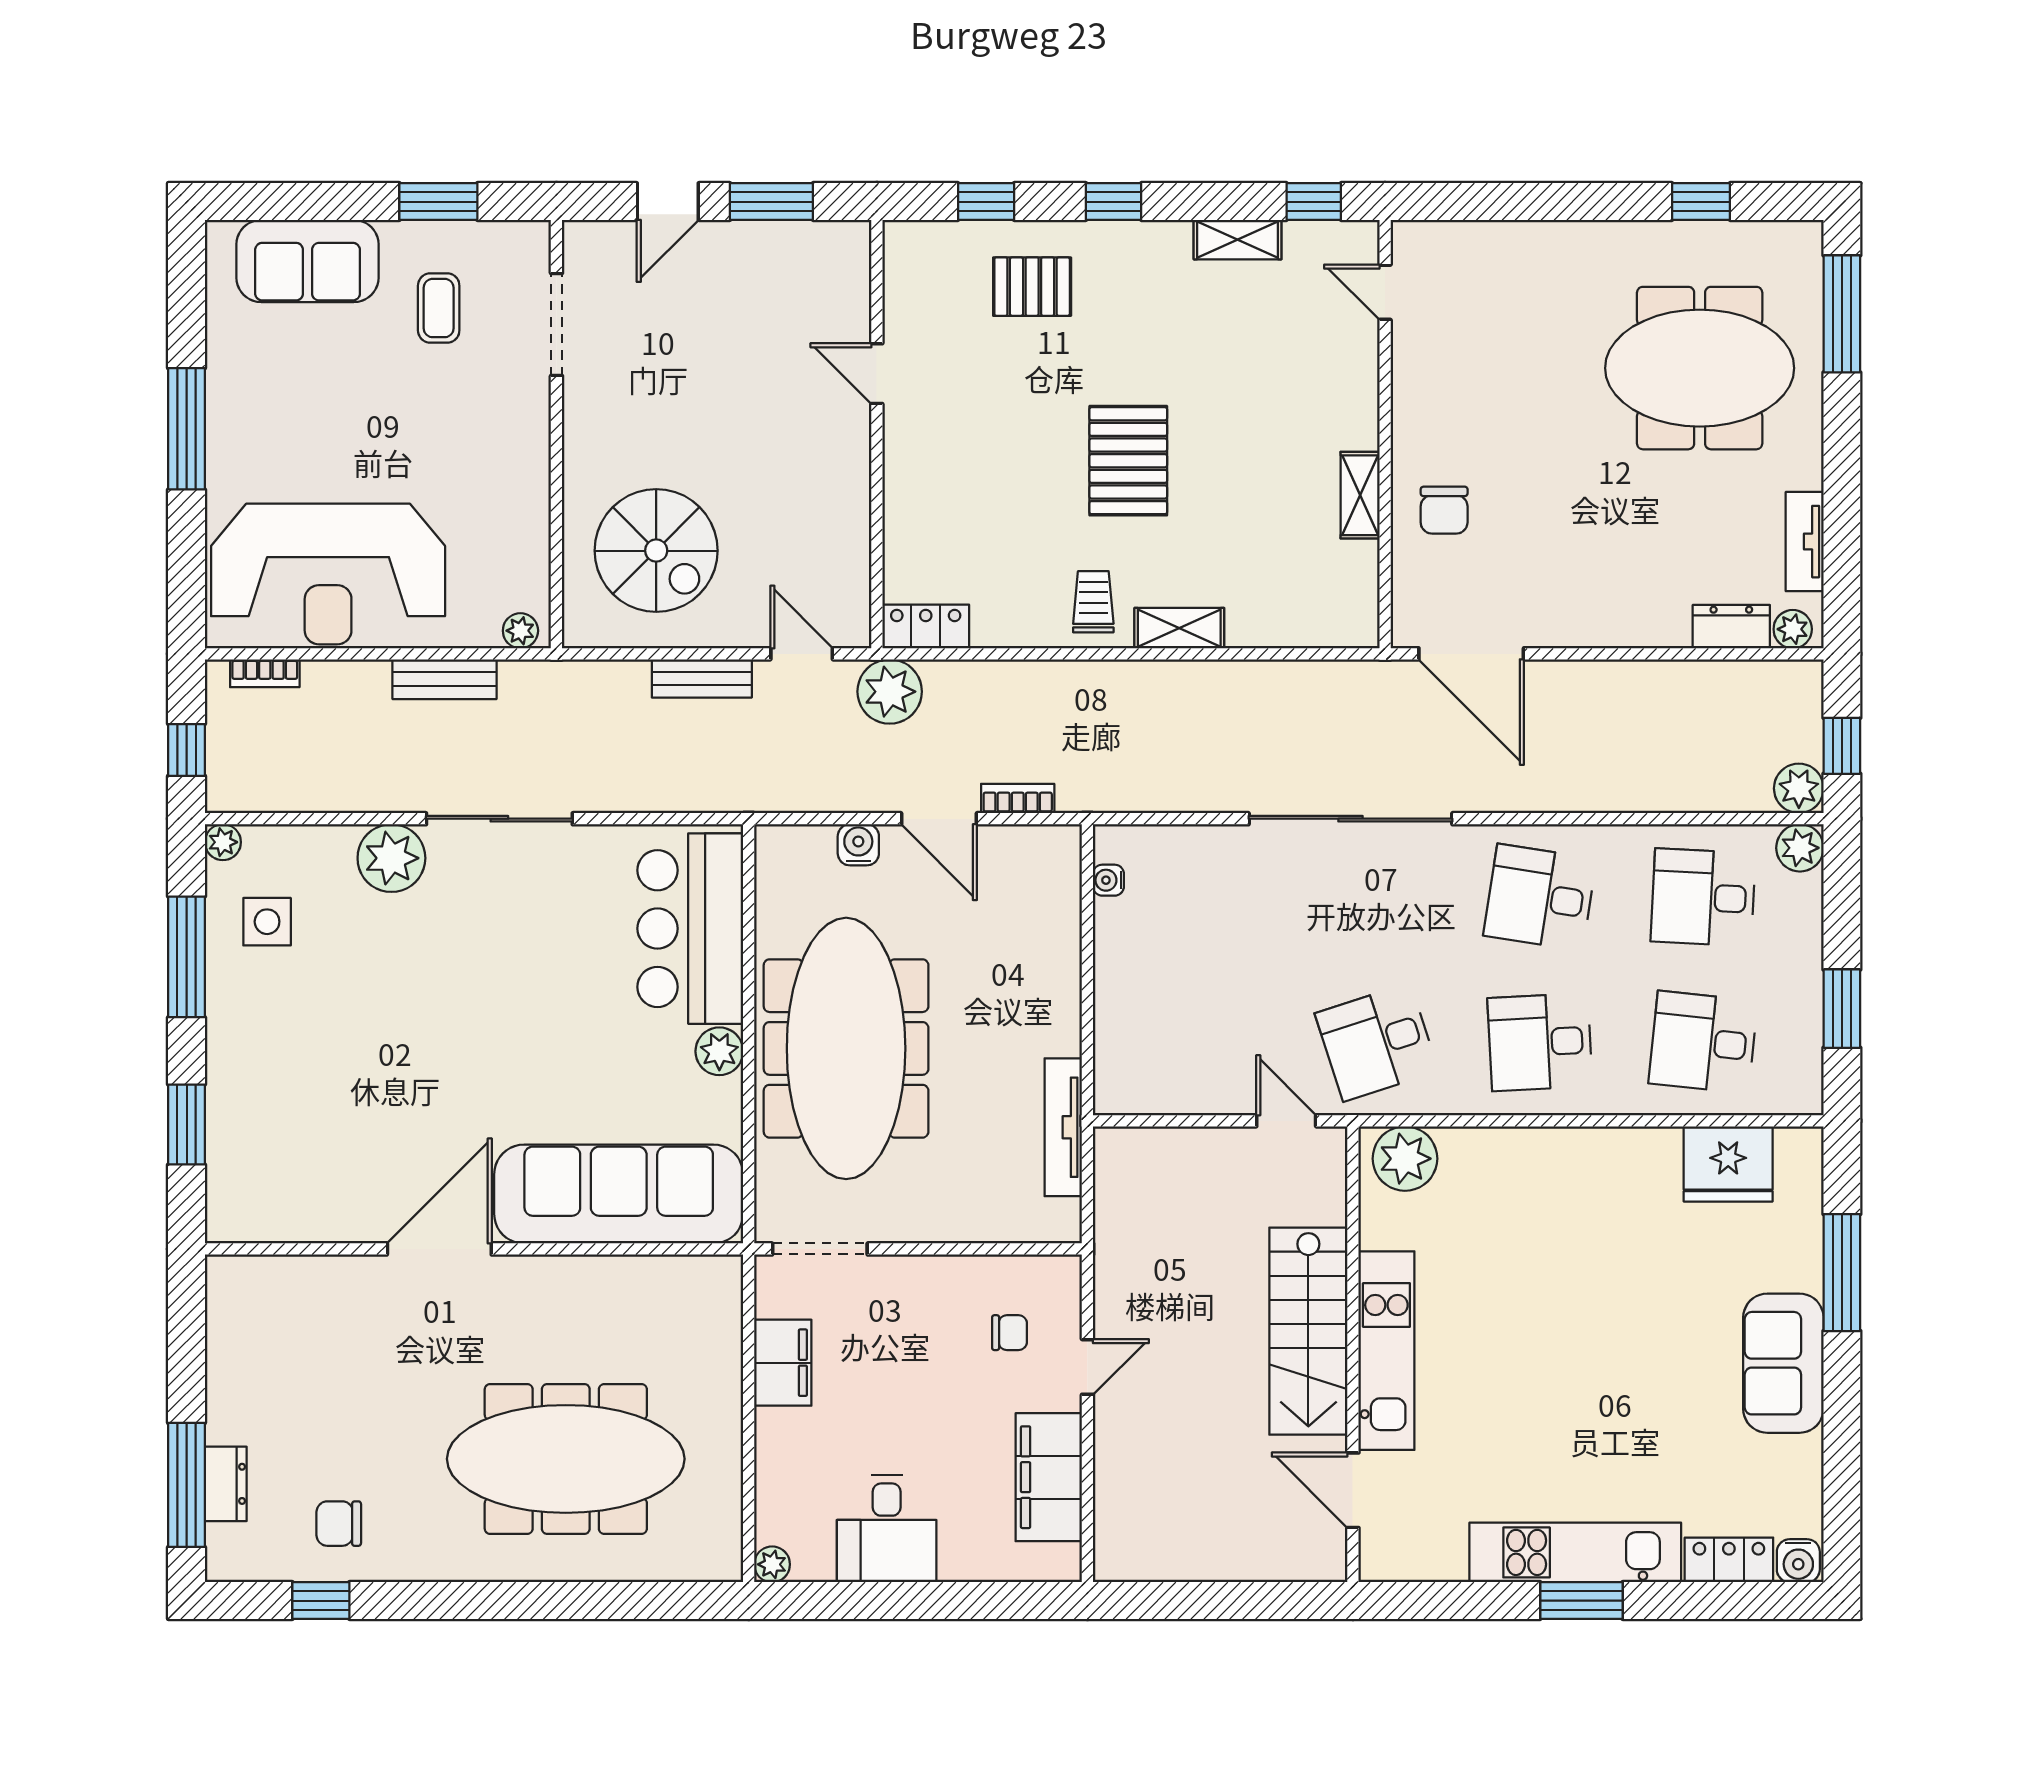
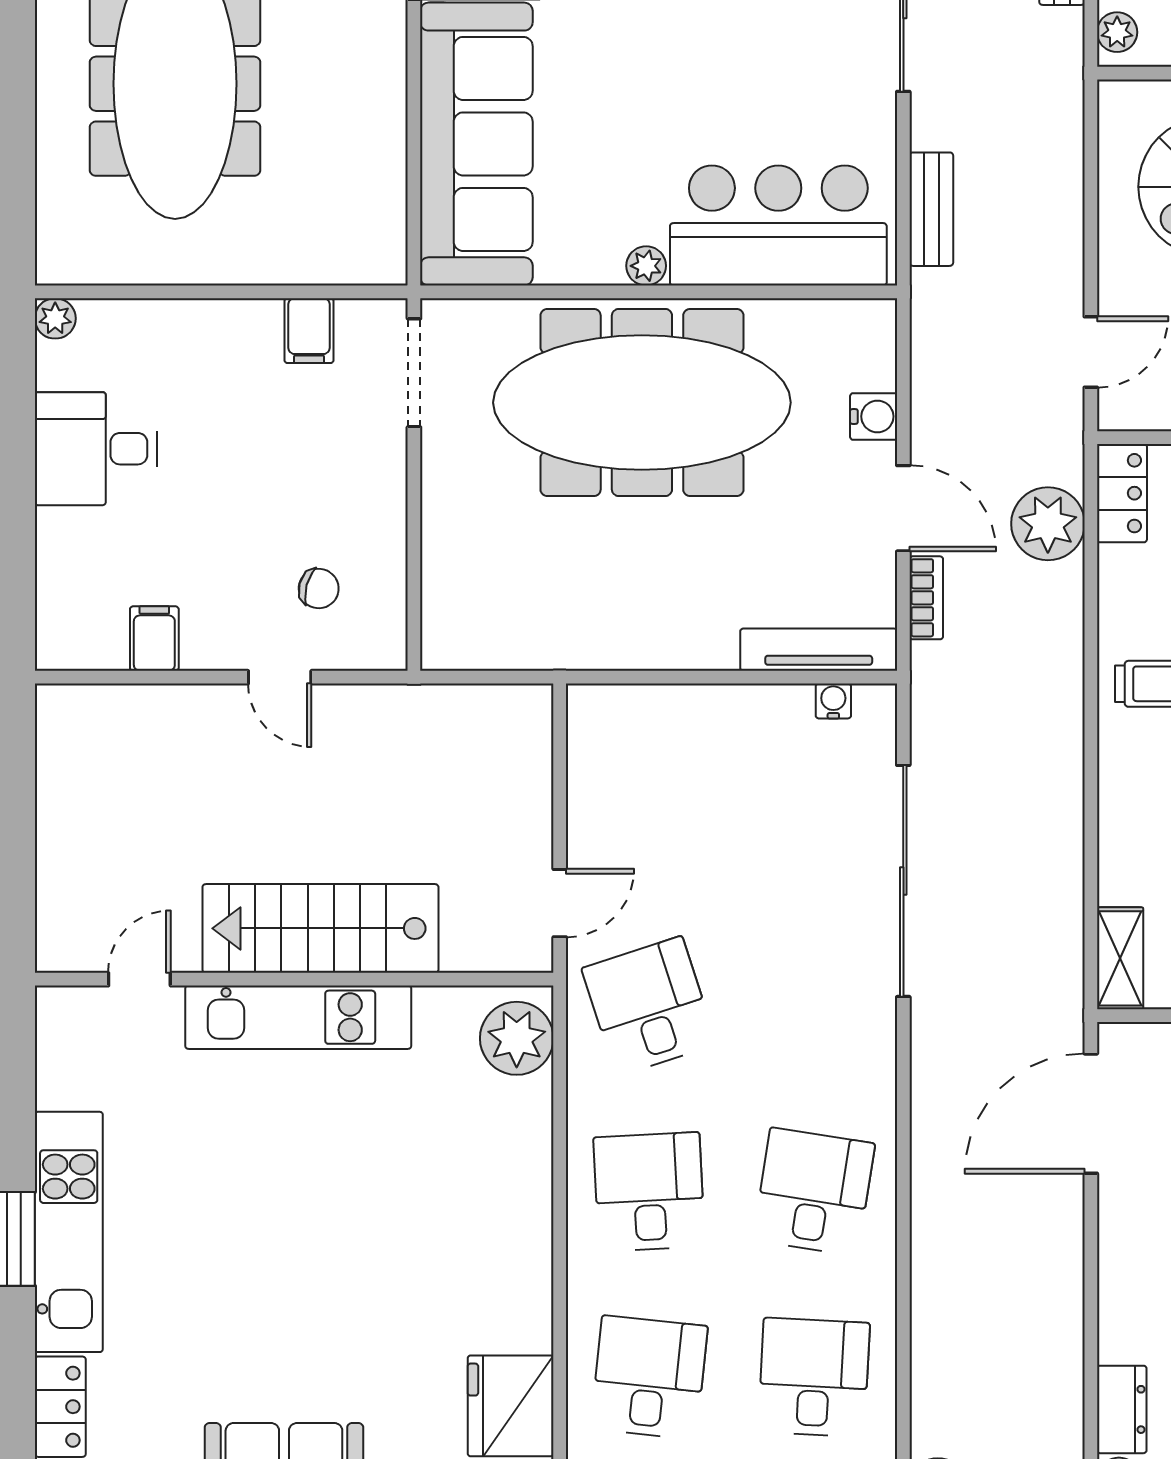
shelving: (1179, 628) -> (1120, 958), moved
bench: (702, 678) -> (931, 209), moved
plant: (890, 692) -> (1048, 524), moved
door: (939, 819) -> (903, 508), swing flipped
sliding door: (1350, 819) -> (903, 881), moved
plant: (719, 1051) -> (646, 266), width x0.73, depth x0.73
tv unit: (1063, 1127) -> (819, 650), moved
chair: (1010, 1333) -> (319, 589), turned -75
filing cabinet: (783, 1363) -> (309, 331), width x0.50
filing cabinet: (1049, 1477) -> (154, 639), width x0.33, depth x0.86
door: (1353, 1490) -> (139, 979), width x0.73

